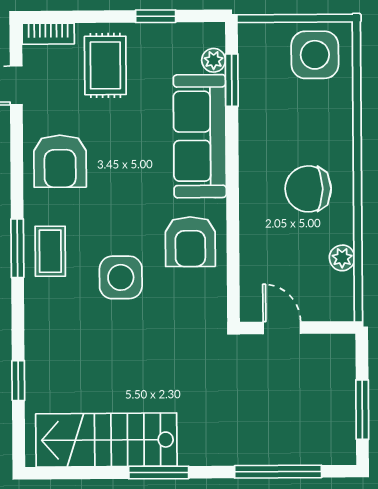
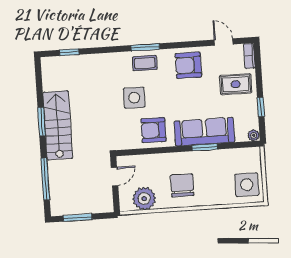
plant: (214, 60) -> (254, 135), moved
window: (232, 80) -> (205, 147), moved
plant: (342, 258) -> (144, 199), width x1.88, depth x1.88
window: (18, 381) -> (69, 52), moved
stairs: (106, 440) -> (58, 125), moved

